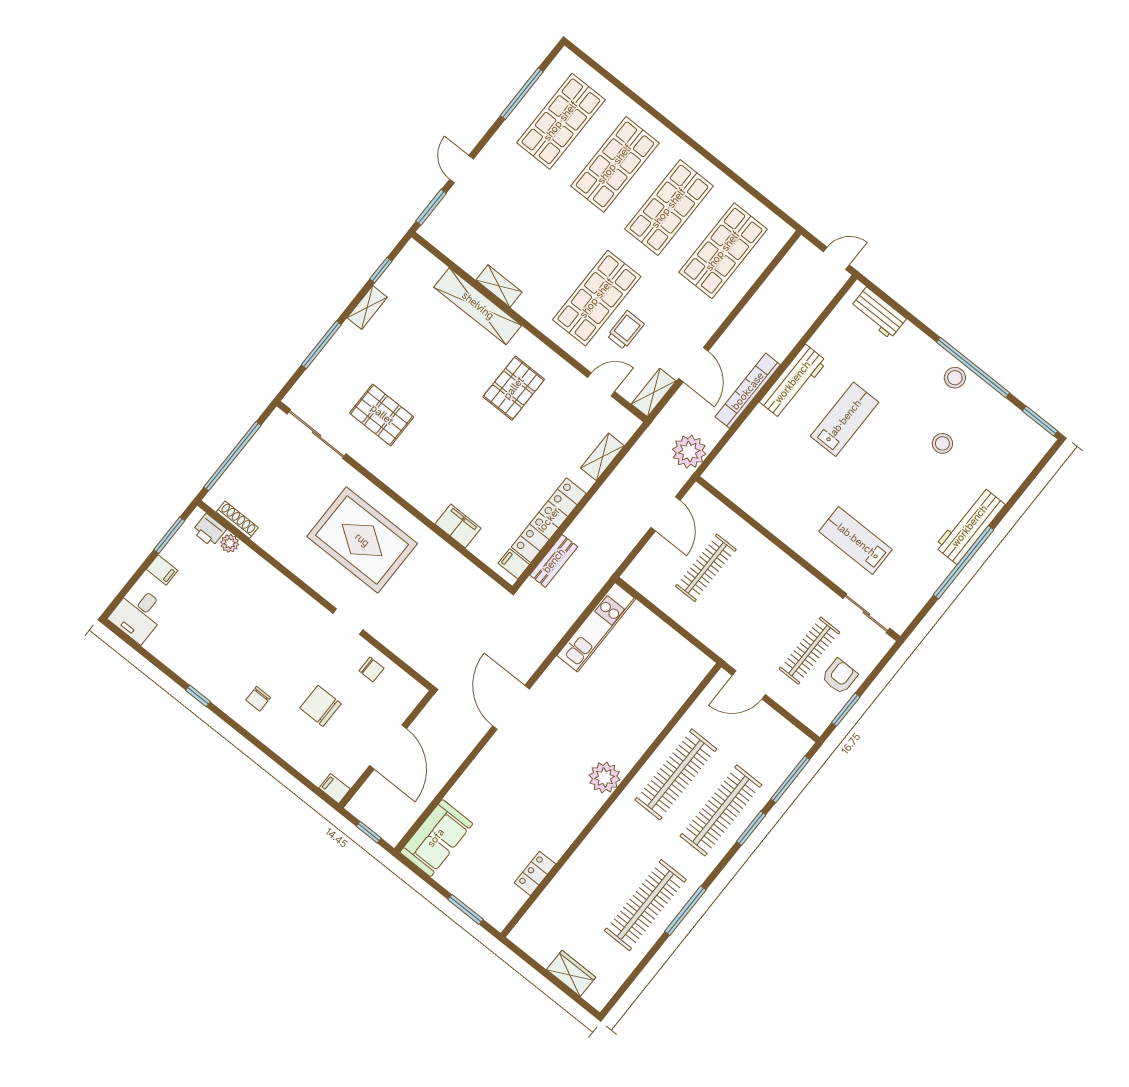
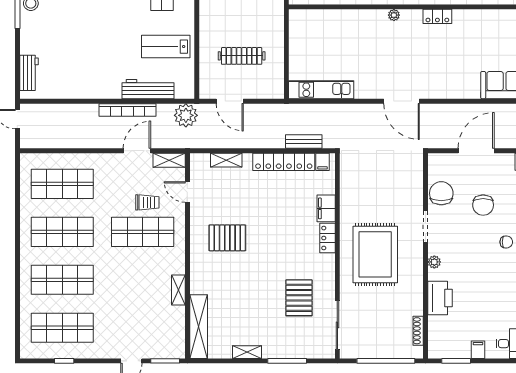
window: (522, 94) -> (64, 361), width x0.46
window: (381, 270) -> (221, 361), removed
shelving: (478, 306) -> (199, 327), moved
trolley: (626, 330) -> (147, 202), turned 180
workbench: (793, 382) -> (148, 89), moved
lab bench: (845, 419) -> (166, 47), moved
locker: (423, 501) -> (328, 238), added
door: (666, 514) -> (230, 101), swing flipped
printer: (209, 530) -> (440, 298), moved, width x1.87, depth x1.48
plant: (230, 543) -> (434, 262), moved
doorway: (348, 622) -> (426, 227), width x1.38
chair: (371, 669) -> (441, 193), width x1.87, depth x1.87
door: (511, 707) -> (402, 101), hinge flipped
plant: (605, 777) -> (394, 15), width x0.53, depth x0.53
locker: (535, 873) -> (437, 16), moved

